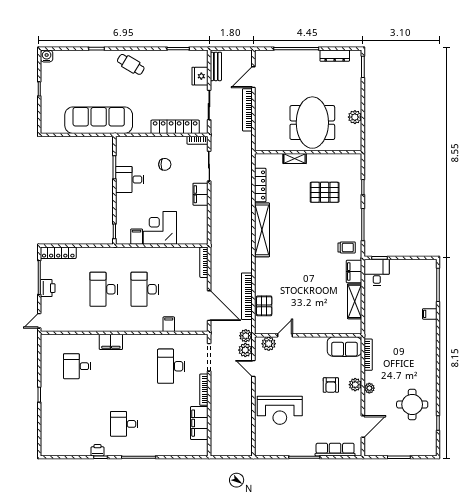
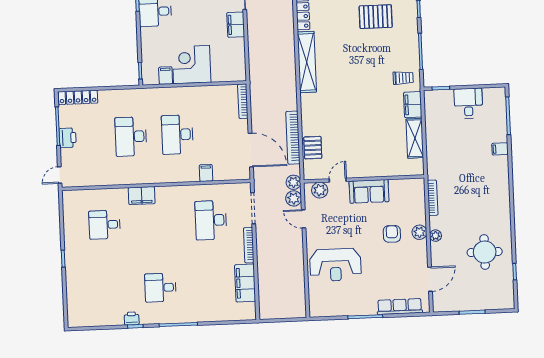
desk: (377, 272) -> (468, 103), moved
sofa: (345, 347) -> (369, 191), moved
armchair: (331, 385) -> (392, 234), turned 180

